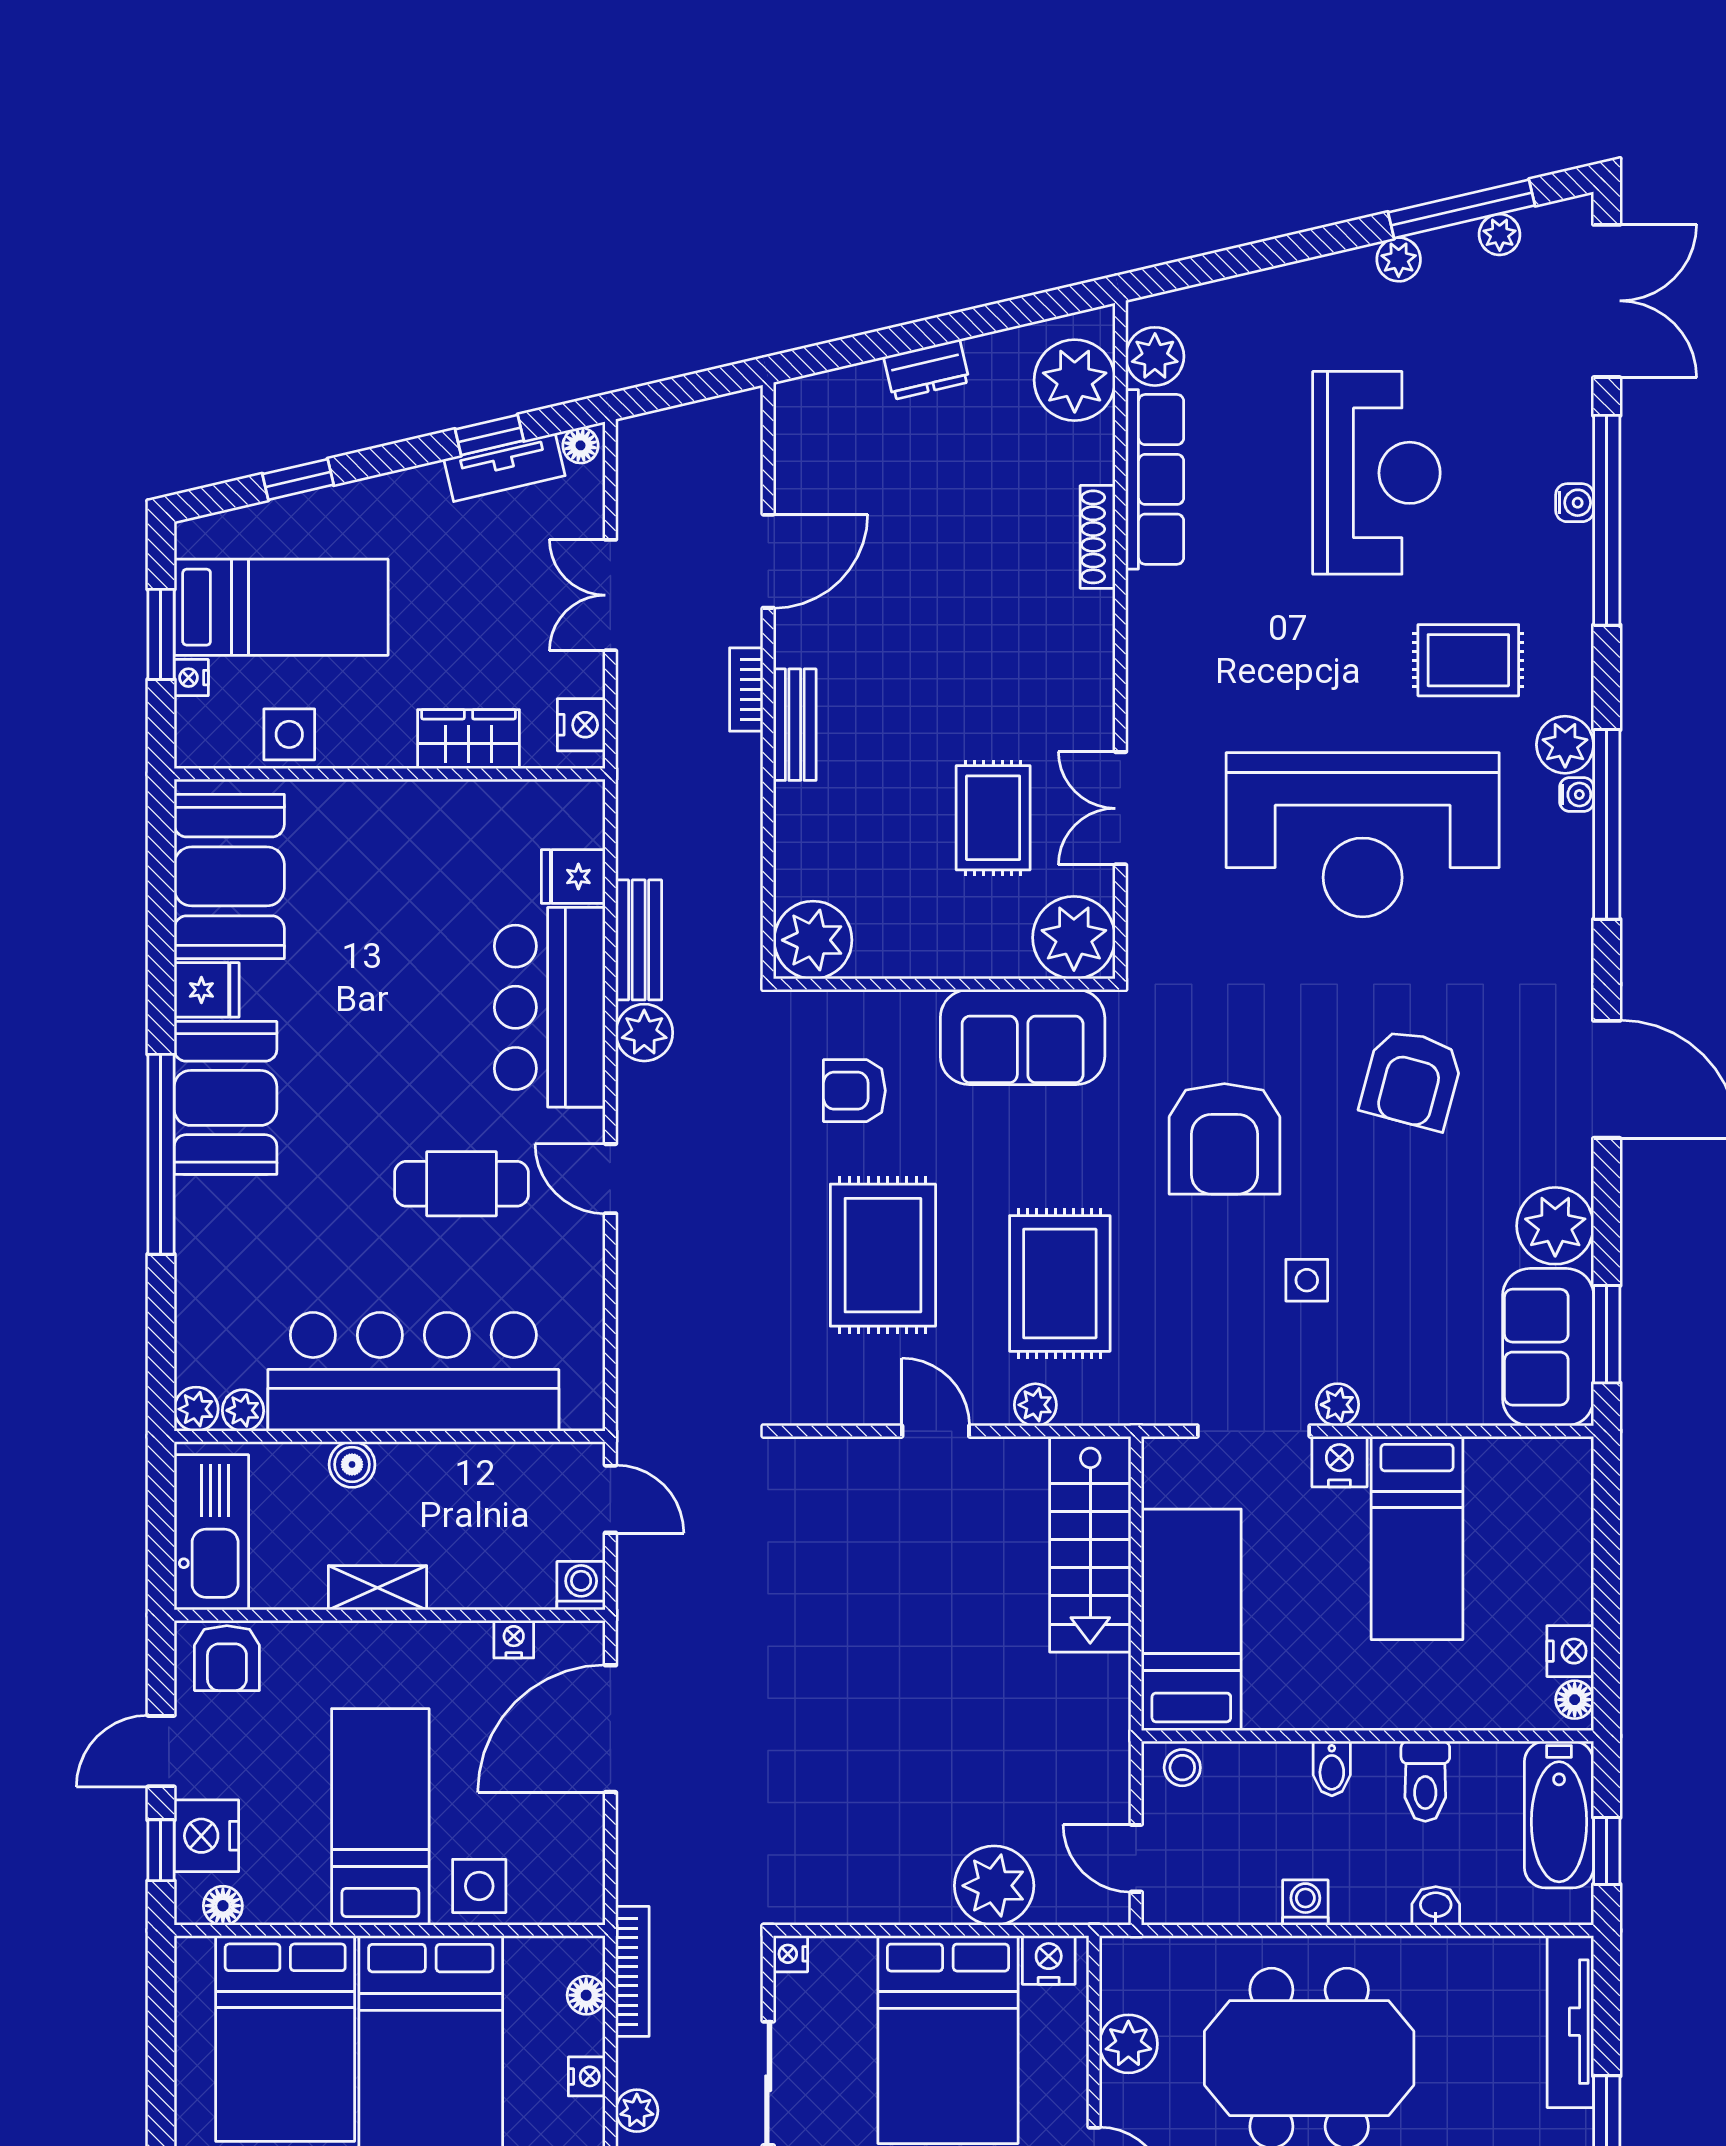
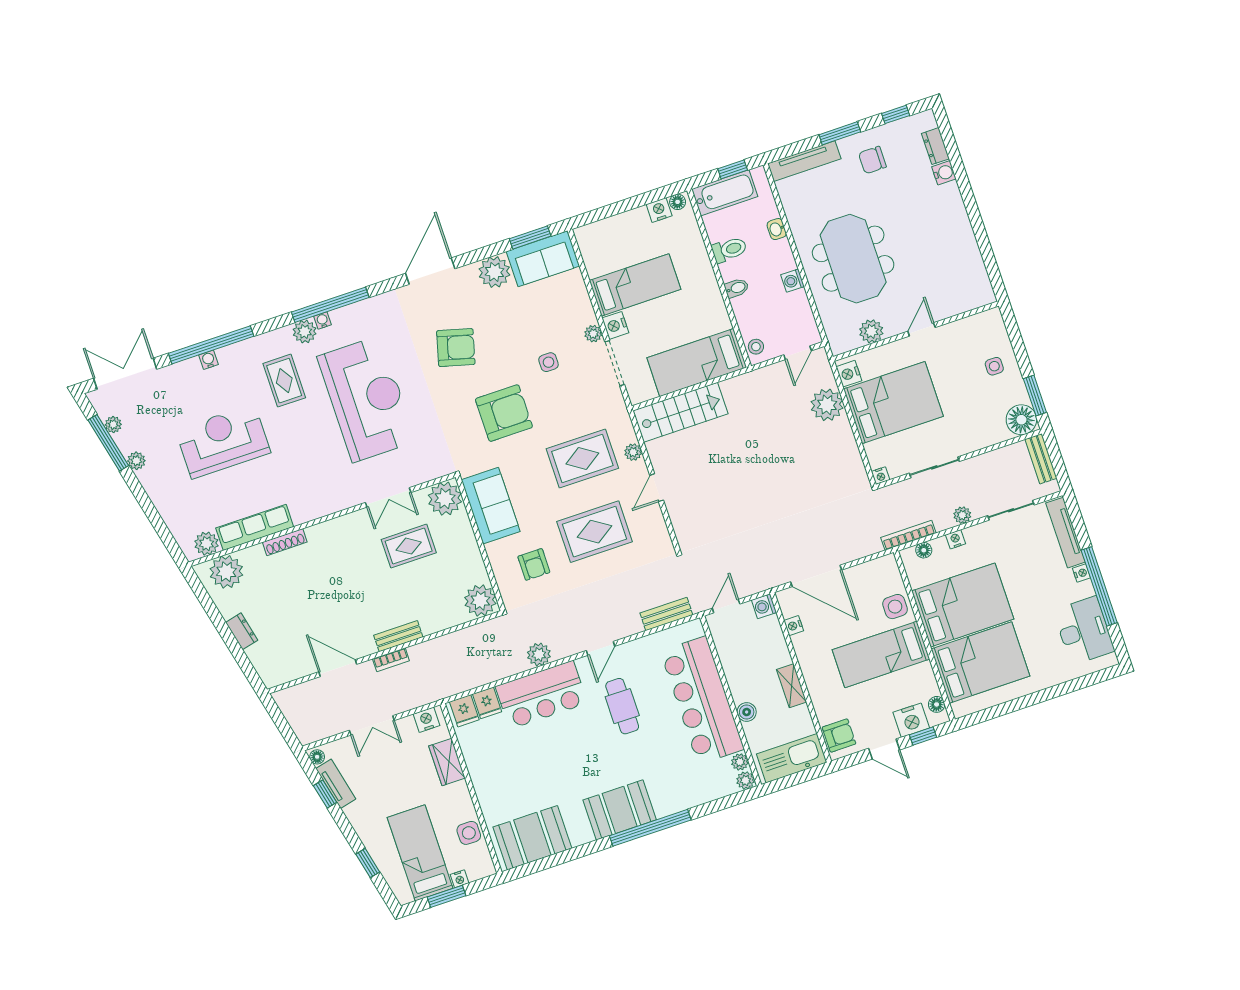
bench: (639, 940) -> (666, 614), moved
fridge: (207, 990) -> (464, 711), moved, turned 180

